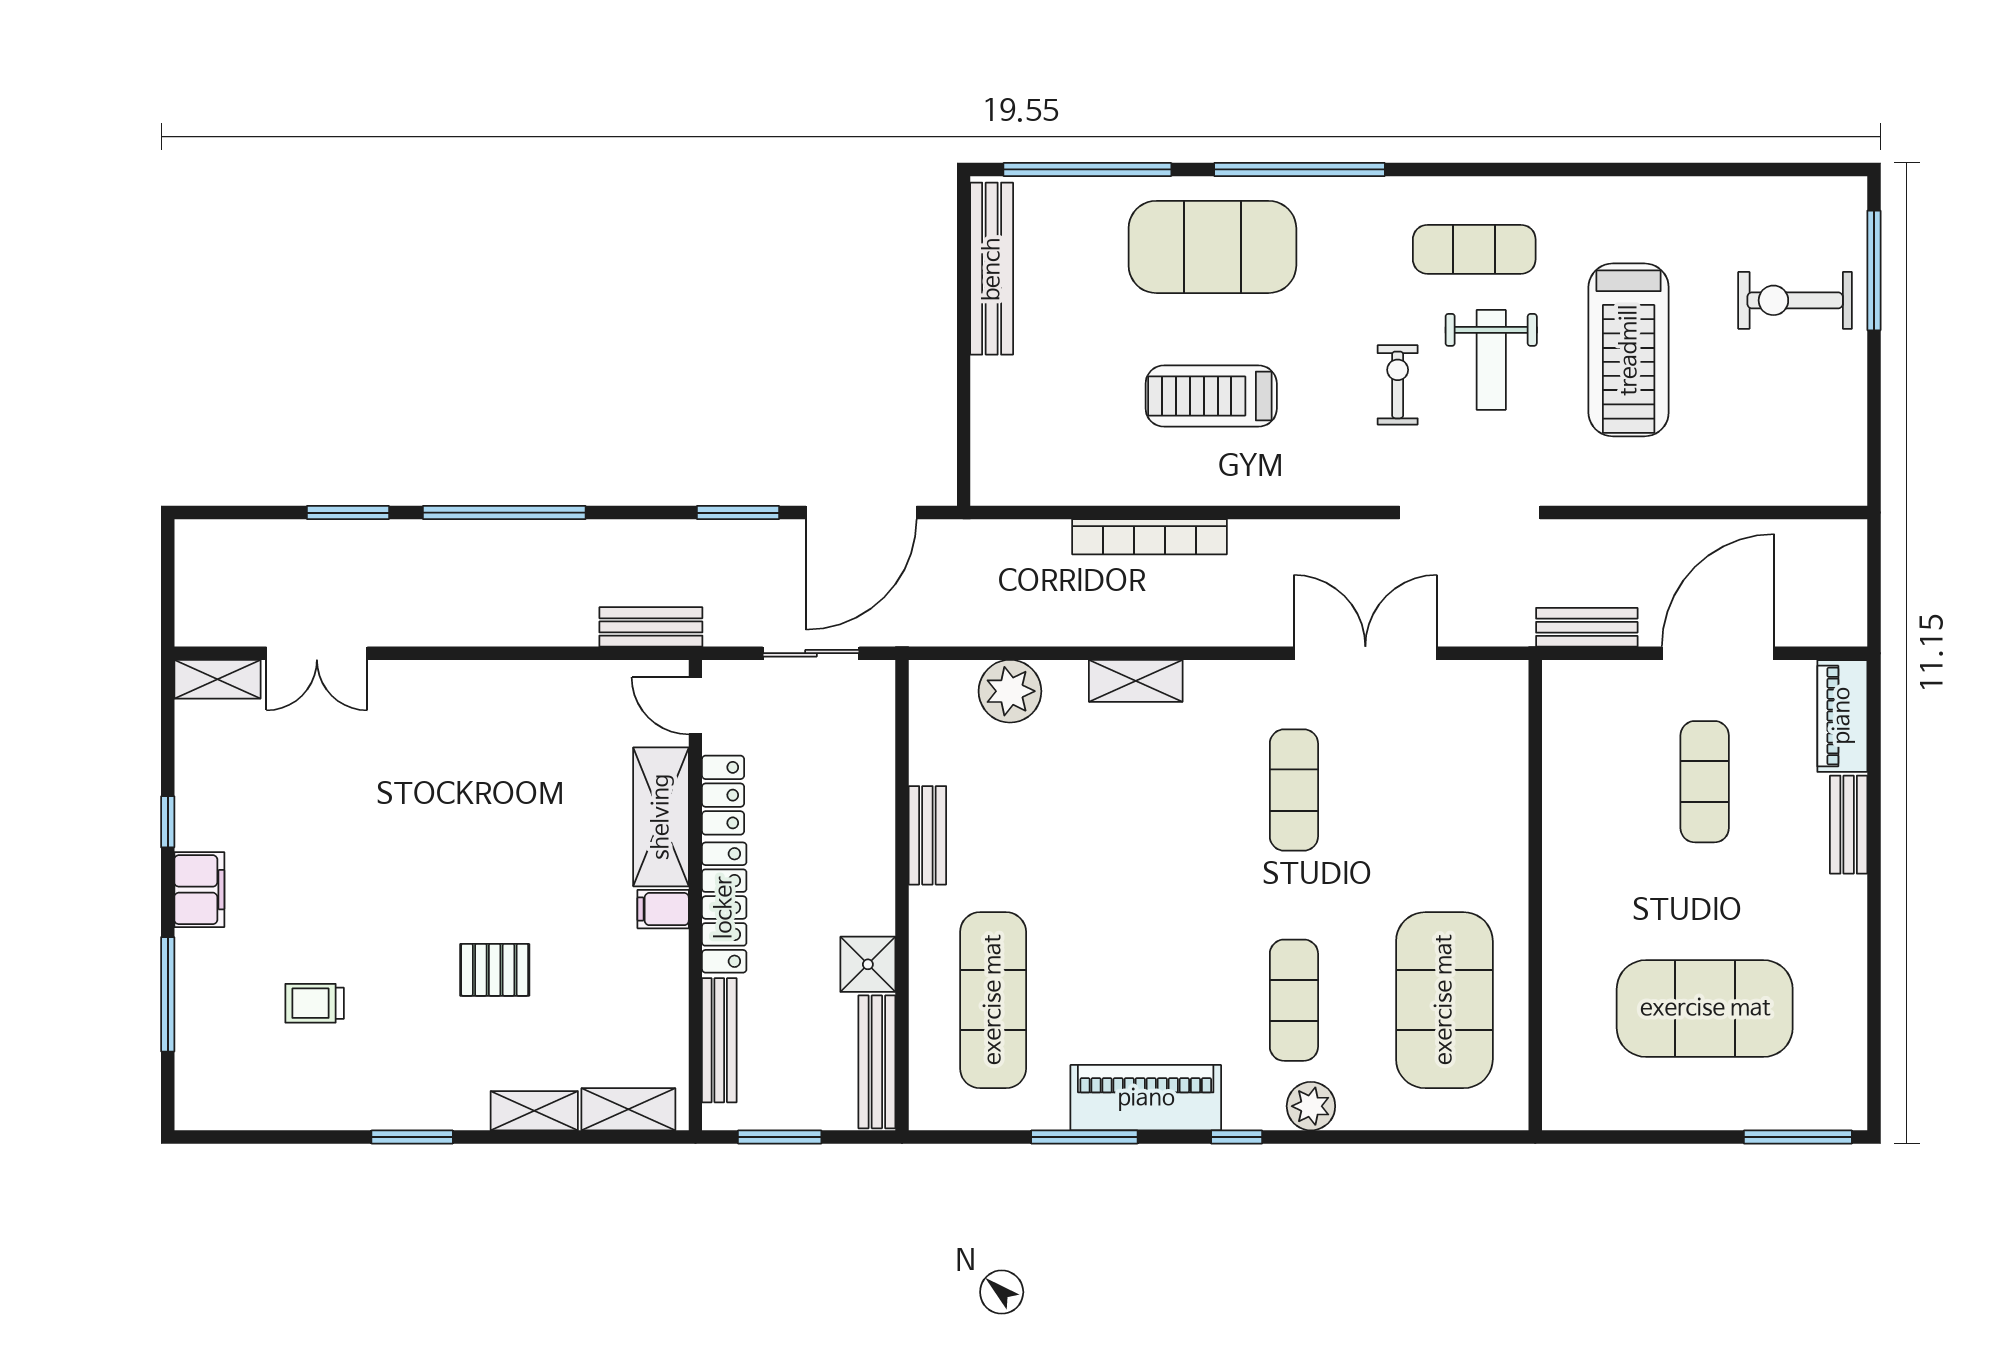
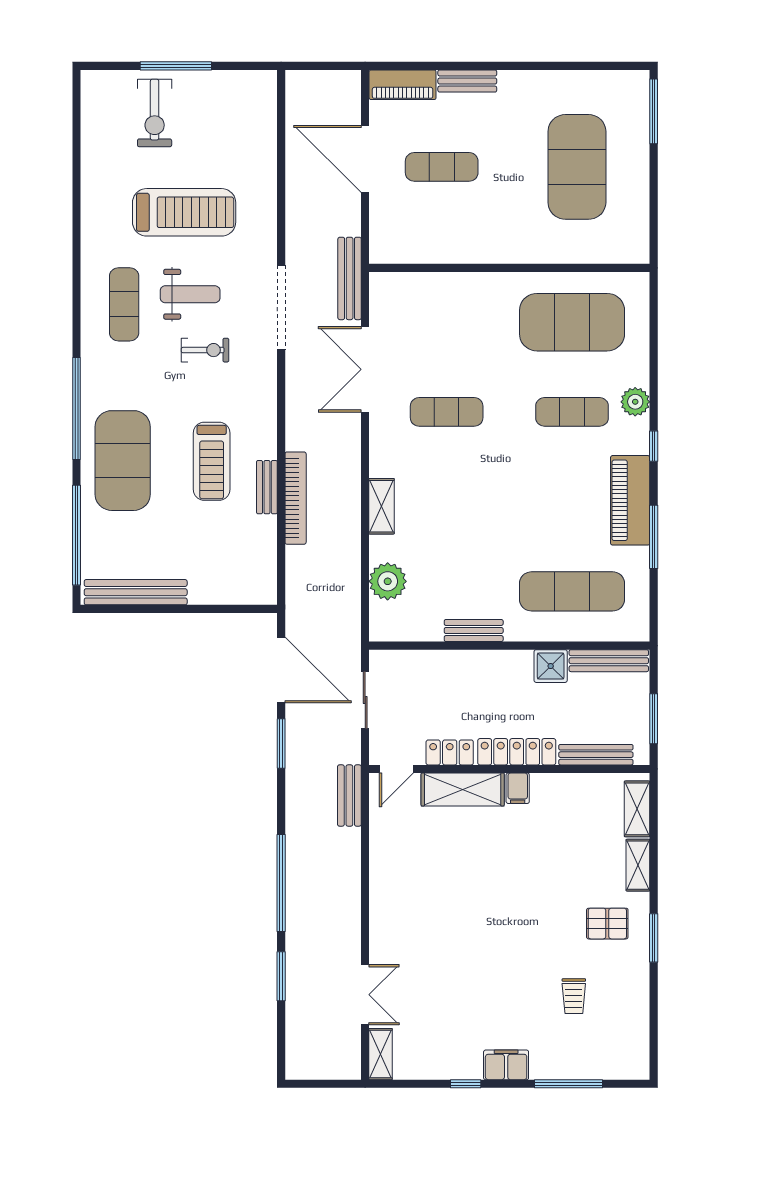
window: (1874, 270) -> (176, 66), moved
exercise bike: (1398, 385) -> (205, 350), turned 180
bench: (1168, 489) -> (267, 487), added
bench: (1587, 627) -> (350, 278), moved, width x1.36
pallet: (495, 970) -> (607, 924), moved, turned 90

